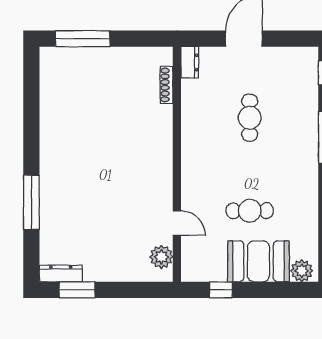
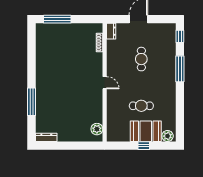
door: (177, 223) -> (105, 83), moved
window: (77, 290) -> (54, 146), removed
window: (221, 290) -> (144, 146), moved

